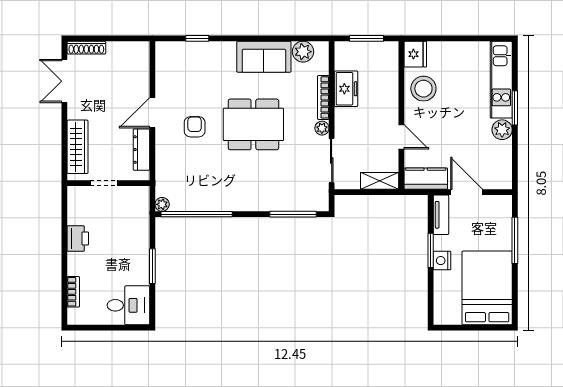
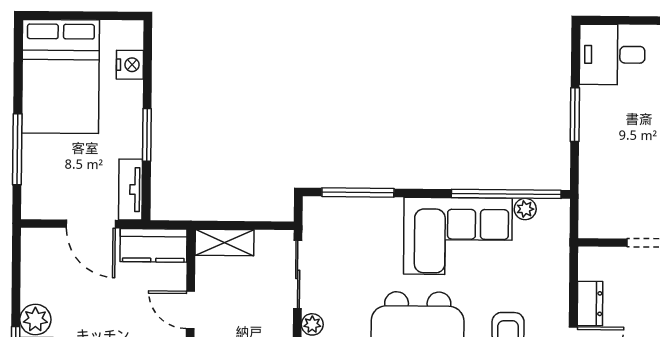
dresser: (141, 150) -> (590, 304), width x0.70
corner sofa: (228, 186) -> (458, 236), added
plant: (162, 204) -> (525, 209), moved
nightstand: (442, 261) -> (130, 65), moved

